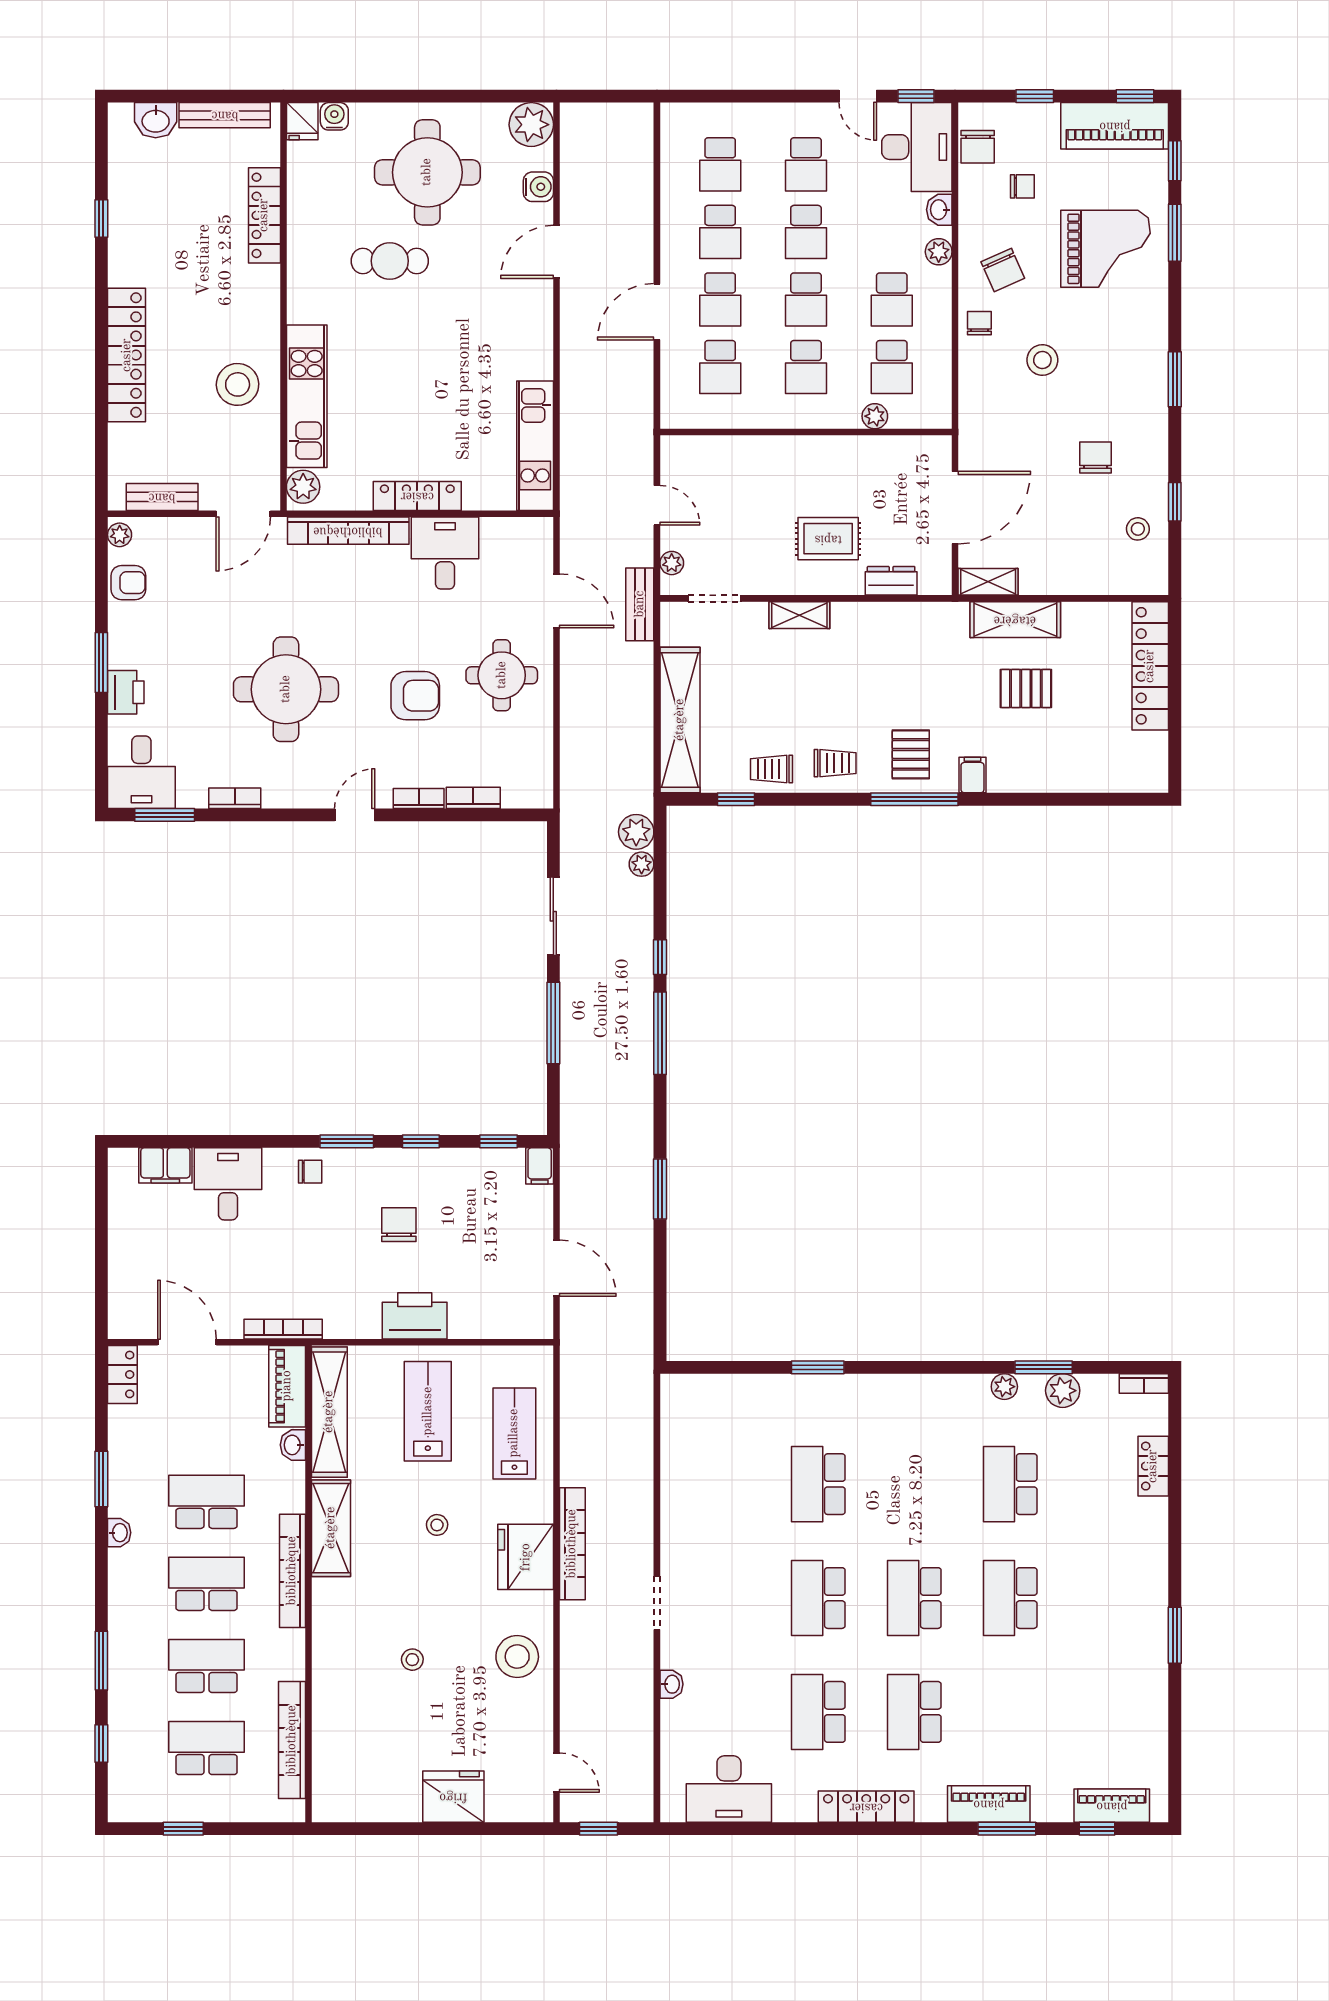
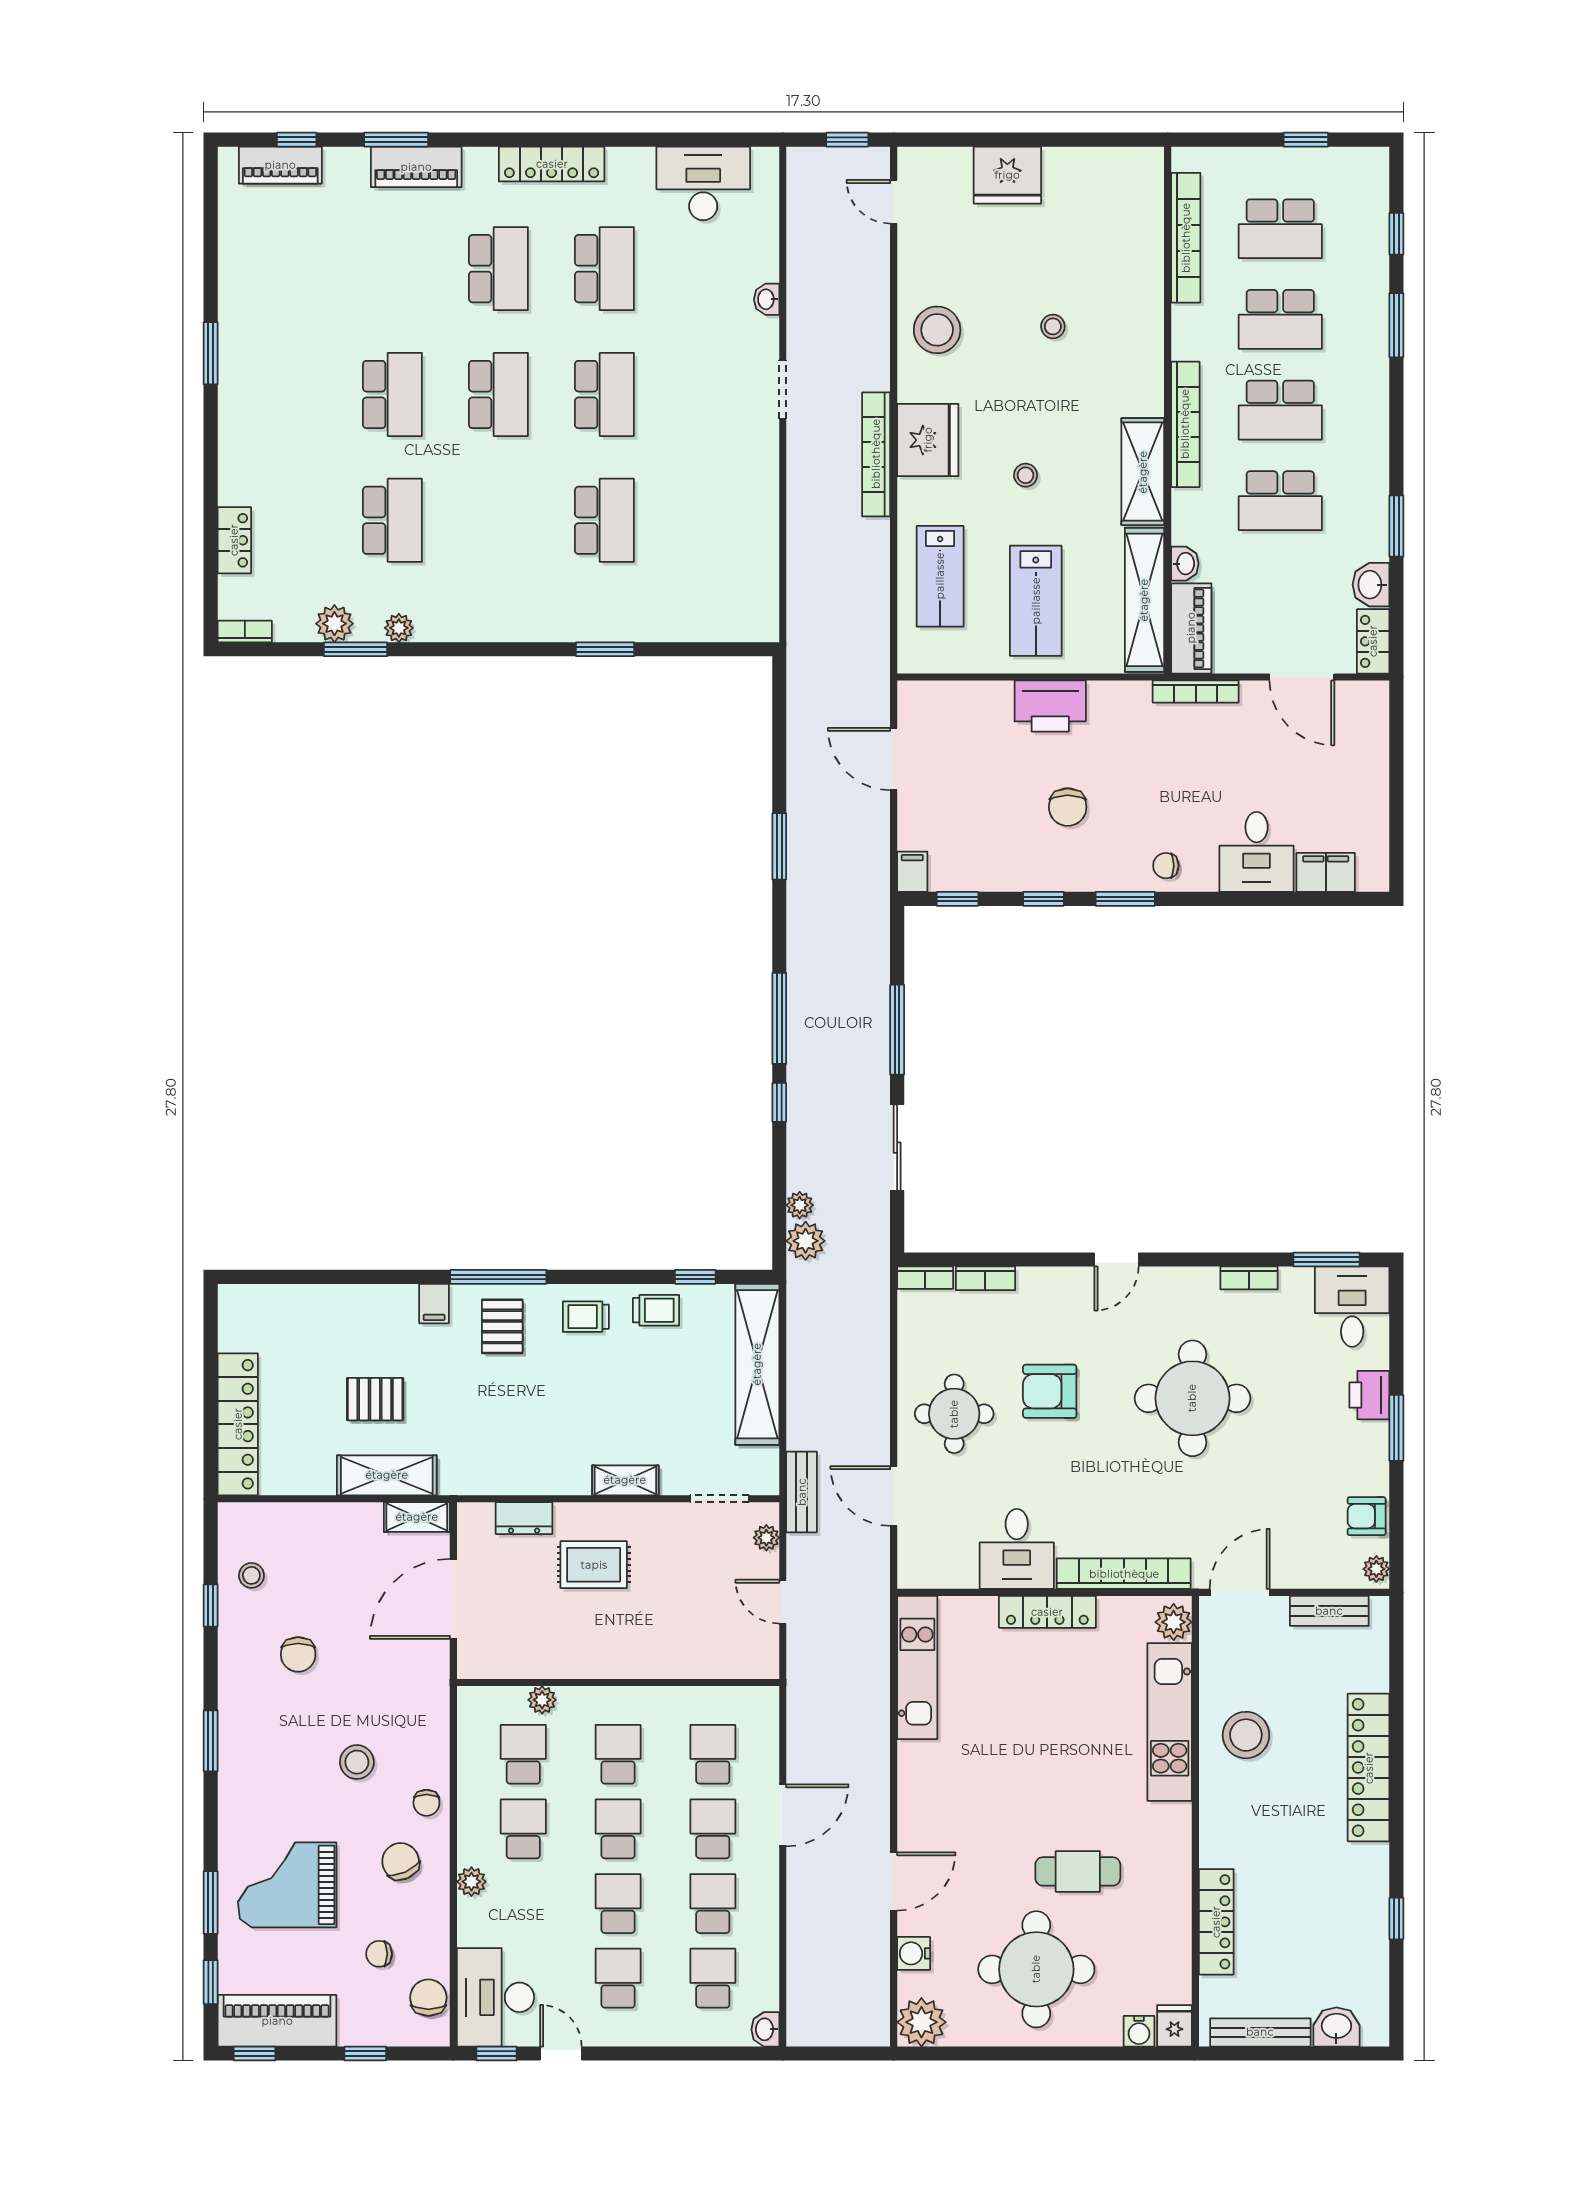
washbasin: (939, 210) -> (765, 2029), moved, turned 180
bookcase: (419, 799) -> (925, 1278), moved
washbasin: (119, 1533) -> (1371, 585), moved, width x1.38, depth x1.45

